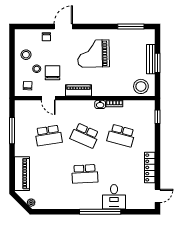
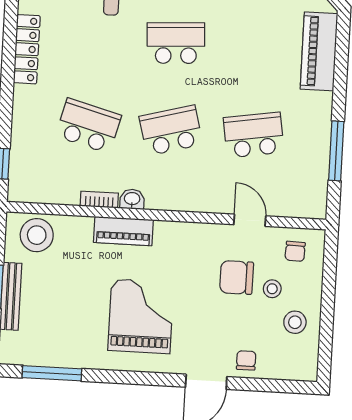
grand piano: (93, 54) -> (141, 316), turned -89
chair: (53, 73) -> (237, 277), turned 90
piano: (78, 90) -> (123, 231), moved
school desk: (85, 135) -> (171, 130), turned -39

